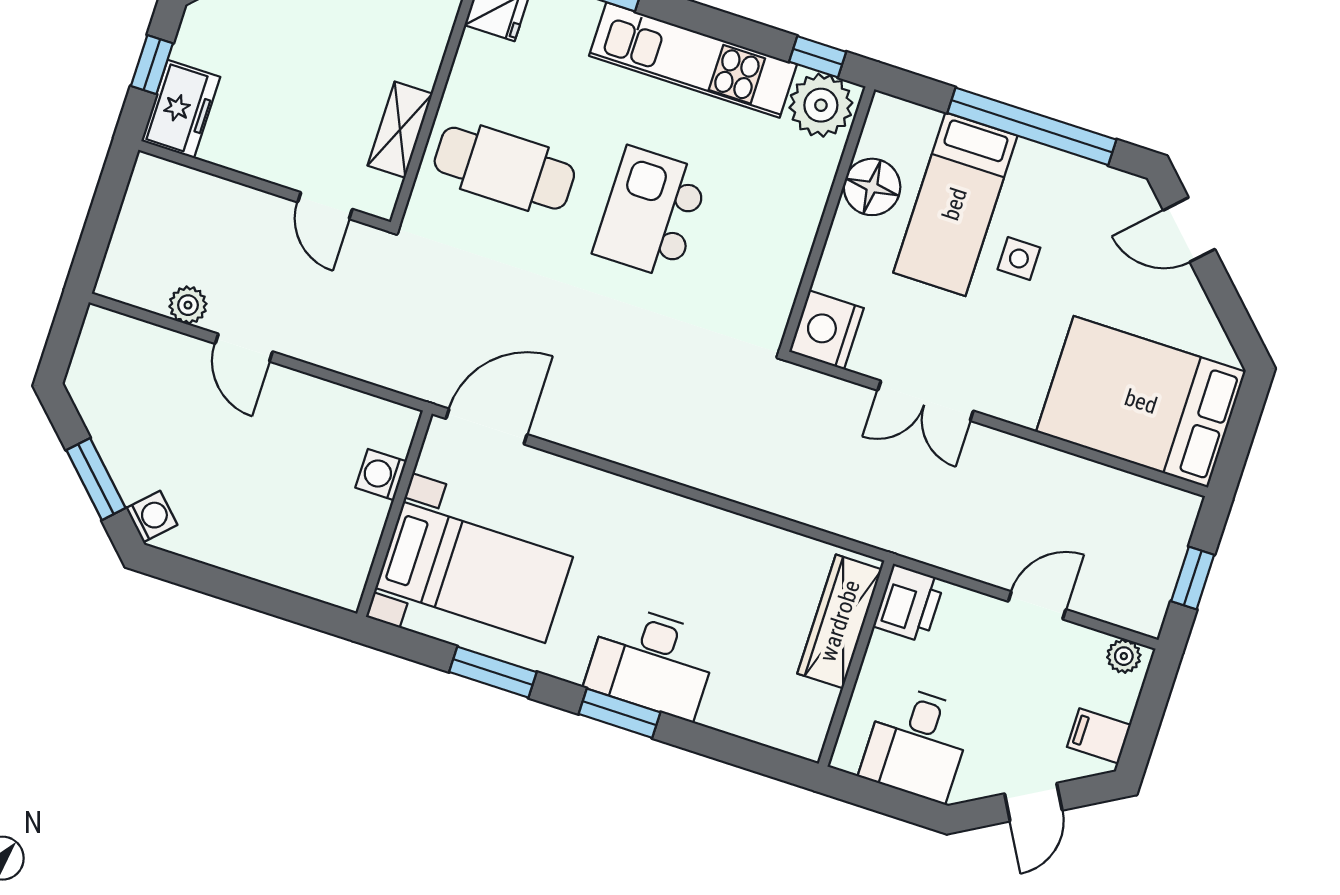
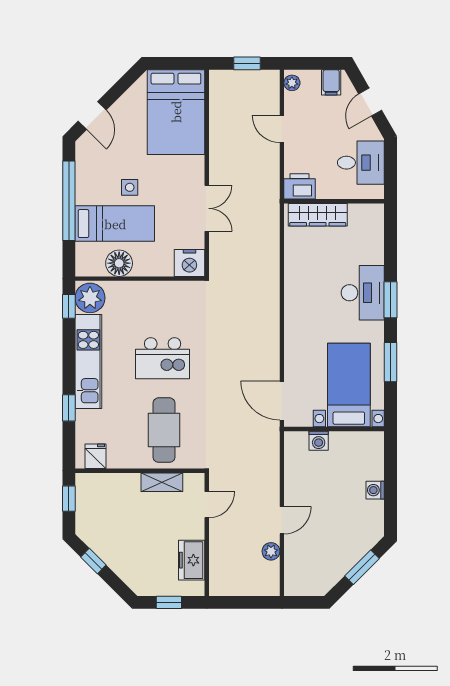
freezer: (181, 109) -> (192, 560), moved, turned -90
washing machine: (152, 516) -> (375, 490), moved, turned -45
door: (1033, 802) -> (370, 102), swing flipped

